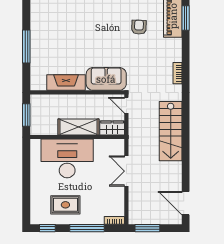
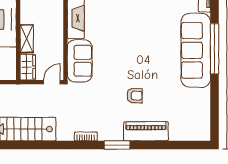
window: (186, 18) -> (117, 145), moved
shelving: (79, 127) -> (27, 39), width x0.67, depth x0.75

